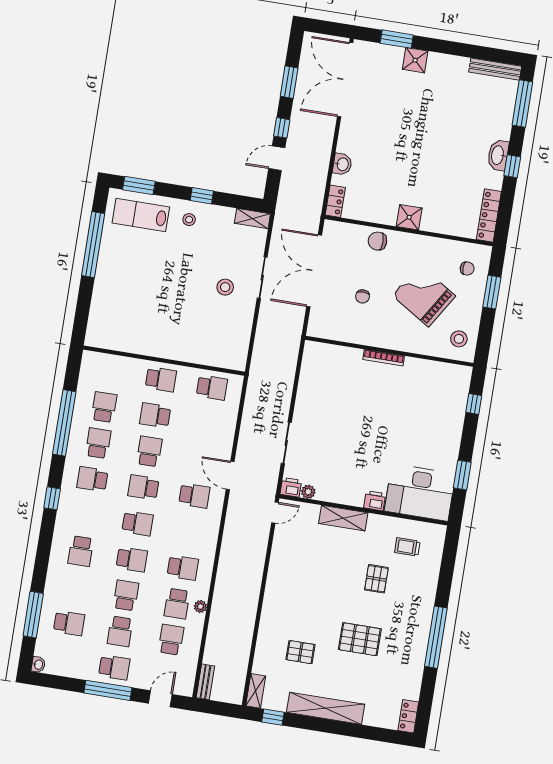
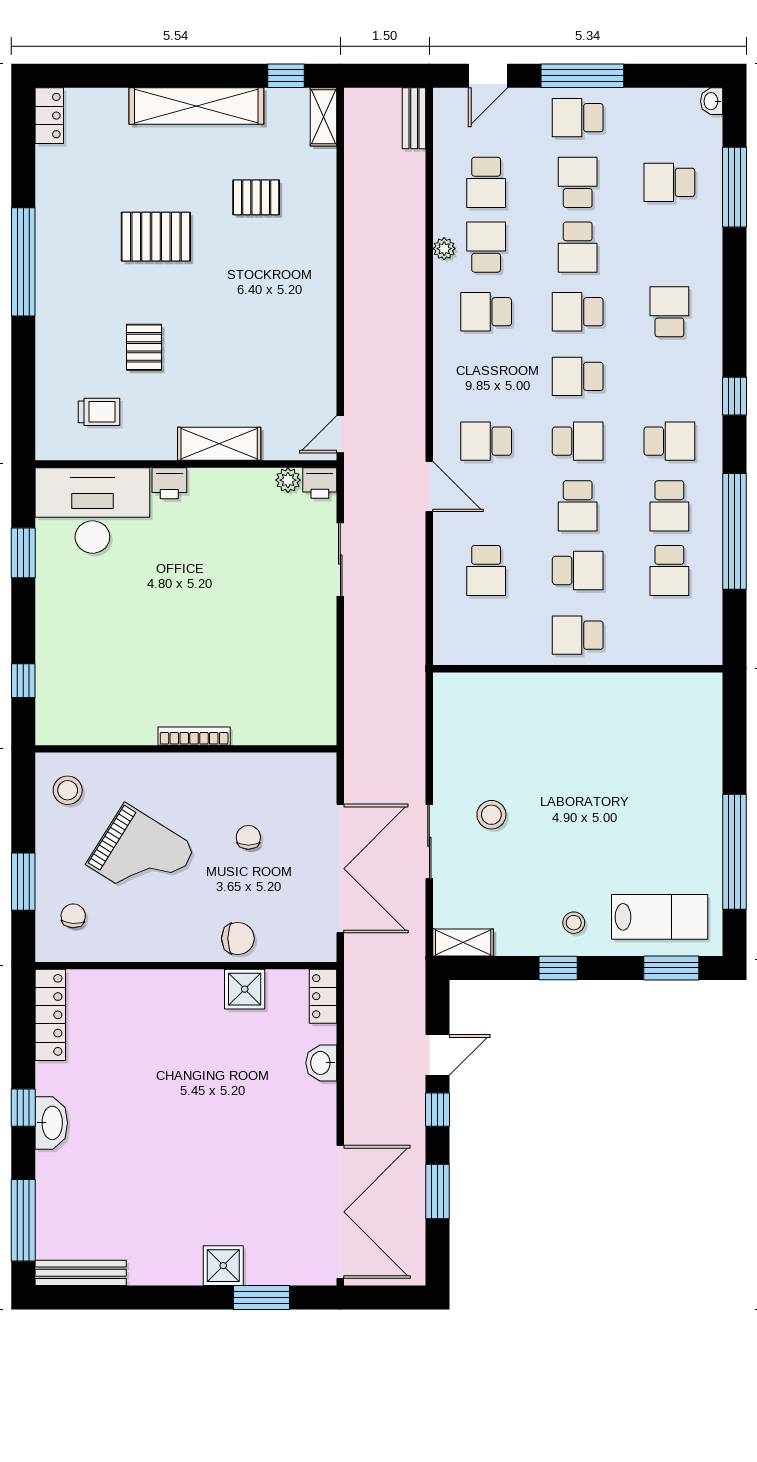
shower: (409, 217) -> (245, 989), moved
chair: (467, 269) -> (73, 916), turned 94
school desk: (212, 388) -> (486, 570), moved, turned -90

